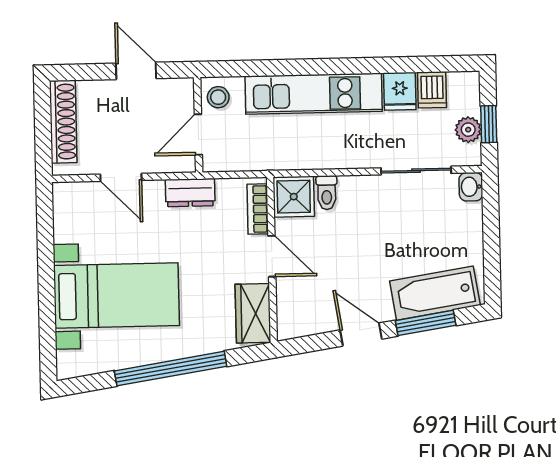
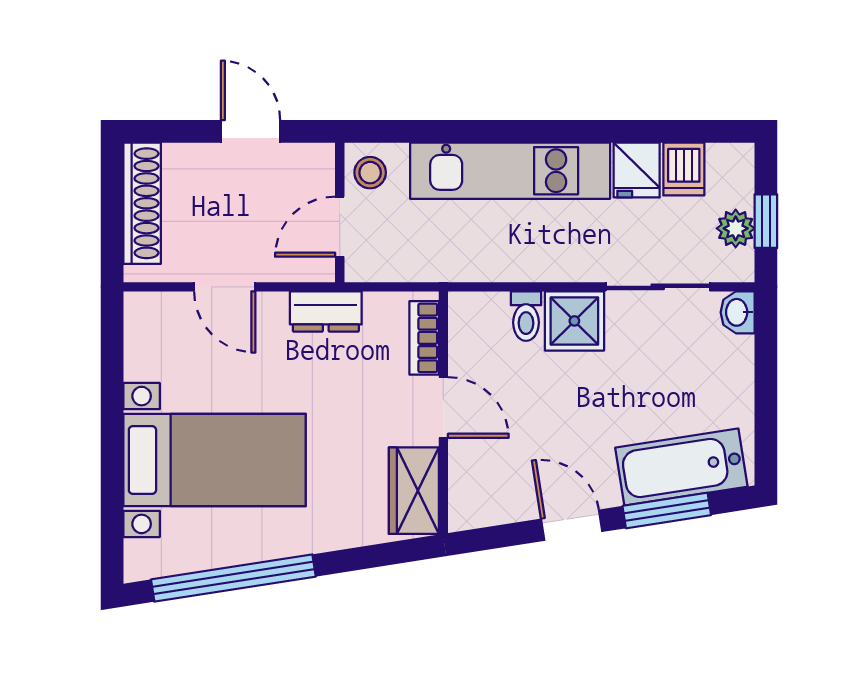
shower: (294, 197) -> (574, 321), moved
window: (171, 369) -> (233, 578), moved

